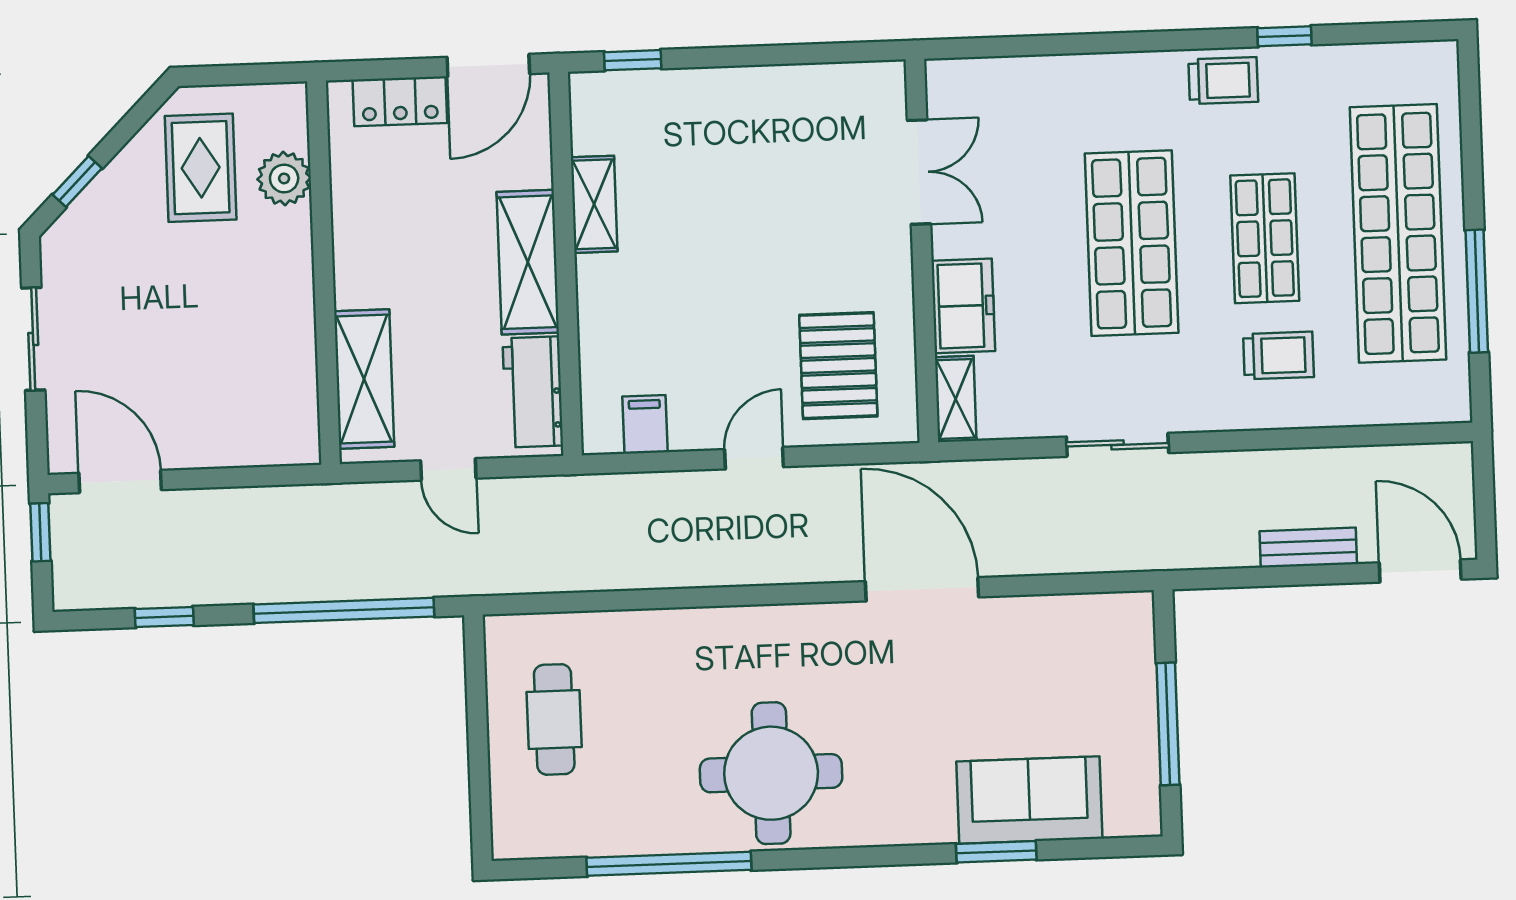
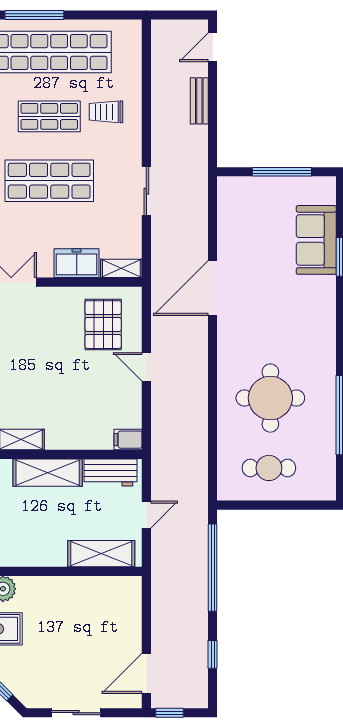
window: (1477, 291) -> (34, 15), moved
trolley: (1279, 355) -> (106, 112), turned -90
pallet: (838, 366) -> (103, 325), turned 90
filing cabinet: (645, 424) -> (128, 440), moved
door: (1420, 571) -> (213, 47), width x0.73
round table: (771, 773) -> (270, 398), moved

